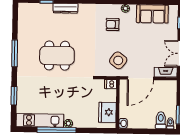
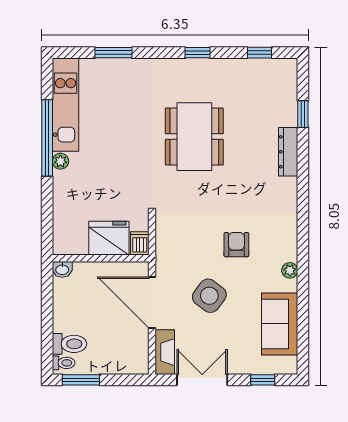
window: (15, 22) -> (260, 53), added
armchair: (113, 24) -> (236, 245), moved
window: (15, 53) -> (198, 53), width x0.46
side table: (118, 60) -> (209, 296), moved
fridge: (107, 112) -> (109, 238), moved

